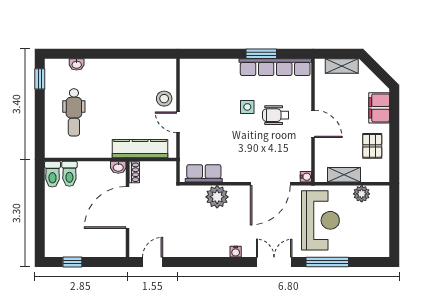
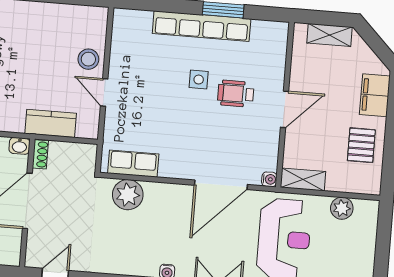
row of seats: (275, 67) -> (202, 26), moved
door: (313, 124) -> (285, 109), hinge flipped
kitchen counter: (140, 149) -> (51, 123), width x0.67
shelving: (344, 175) -> (303, 179), moved
plant: (217, 197) -> (128, 195), moved

